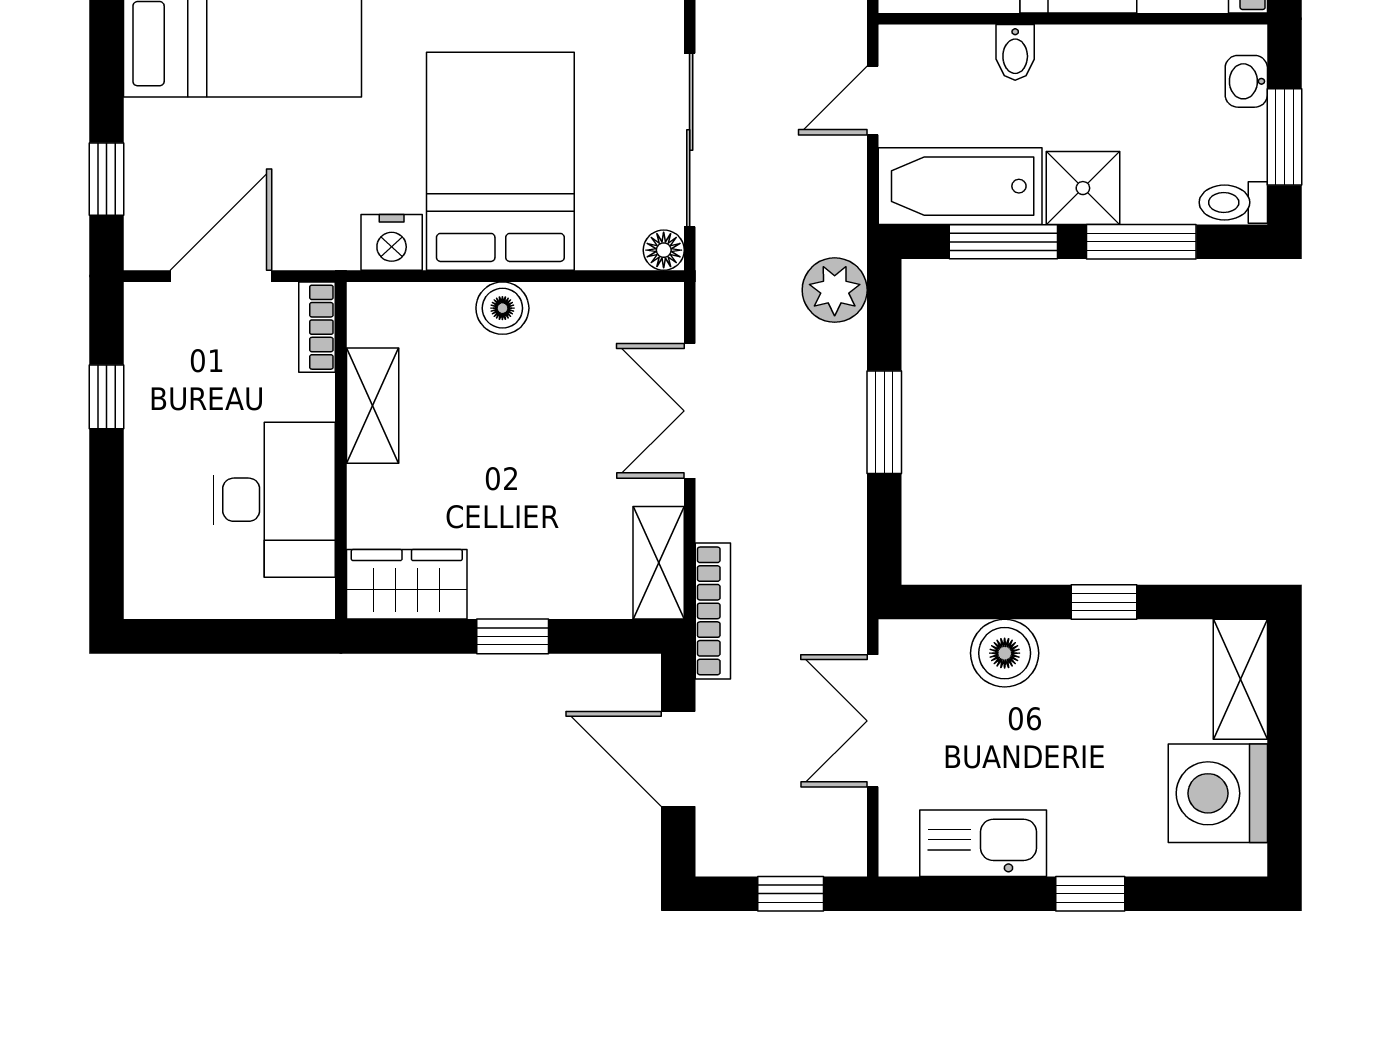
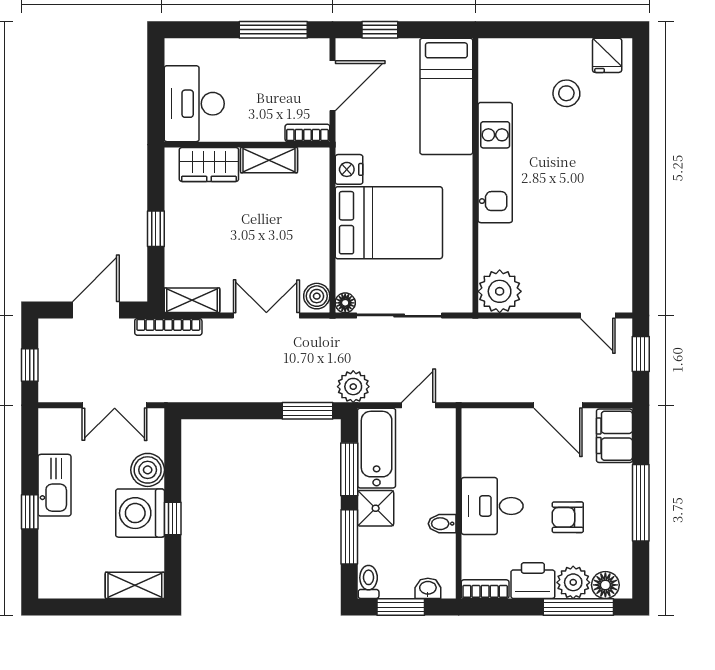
bidet: (1015, 52) -> (442, 524), moved
door: (873, 100) -> (419, 405), hinge flipped
door: (221, 276) -> (332, 86), hinge flipped
plant: (835, 290) -> (353, 387), moved
boiler: (502, 308) -> (317, 296), moved
window: (106, 397) -> (273, 30), width x2.17
window: (884, 422) -> (308, 411), moved
desk: (274, 500) -> (194, 104), moved, turned 90
wardrobe: (407, 584) -> (209, 164), moved, turned 90
double door: (873, 721) -> (115, 405), swing flipped
washing machine: (1218, 793) -> (140, 513), moved, turned -90
kitchen sink: (983, 843) -> (55, 485), moved

